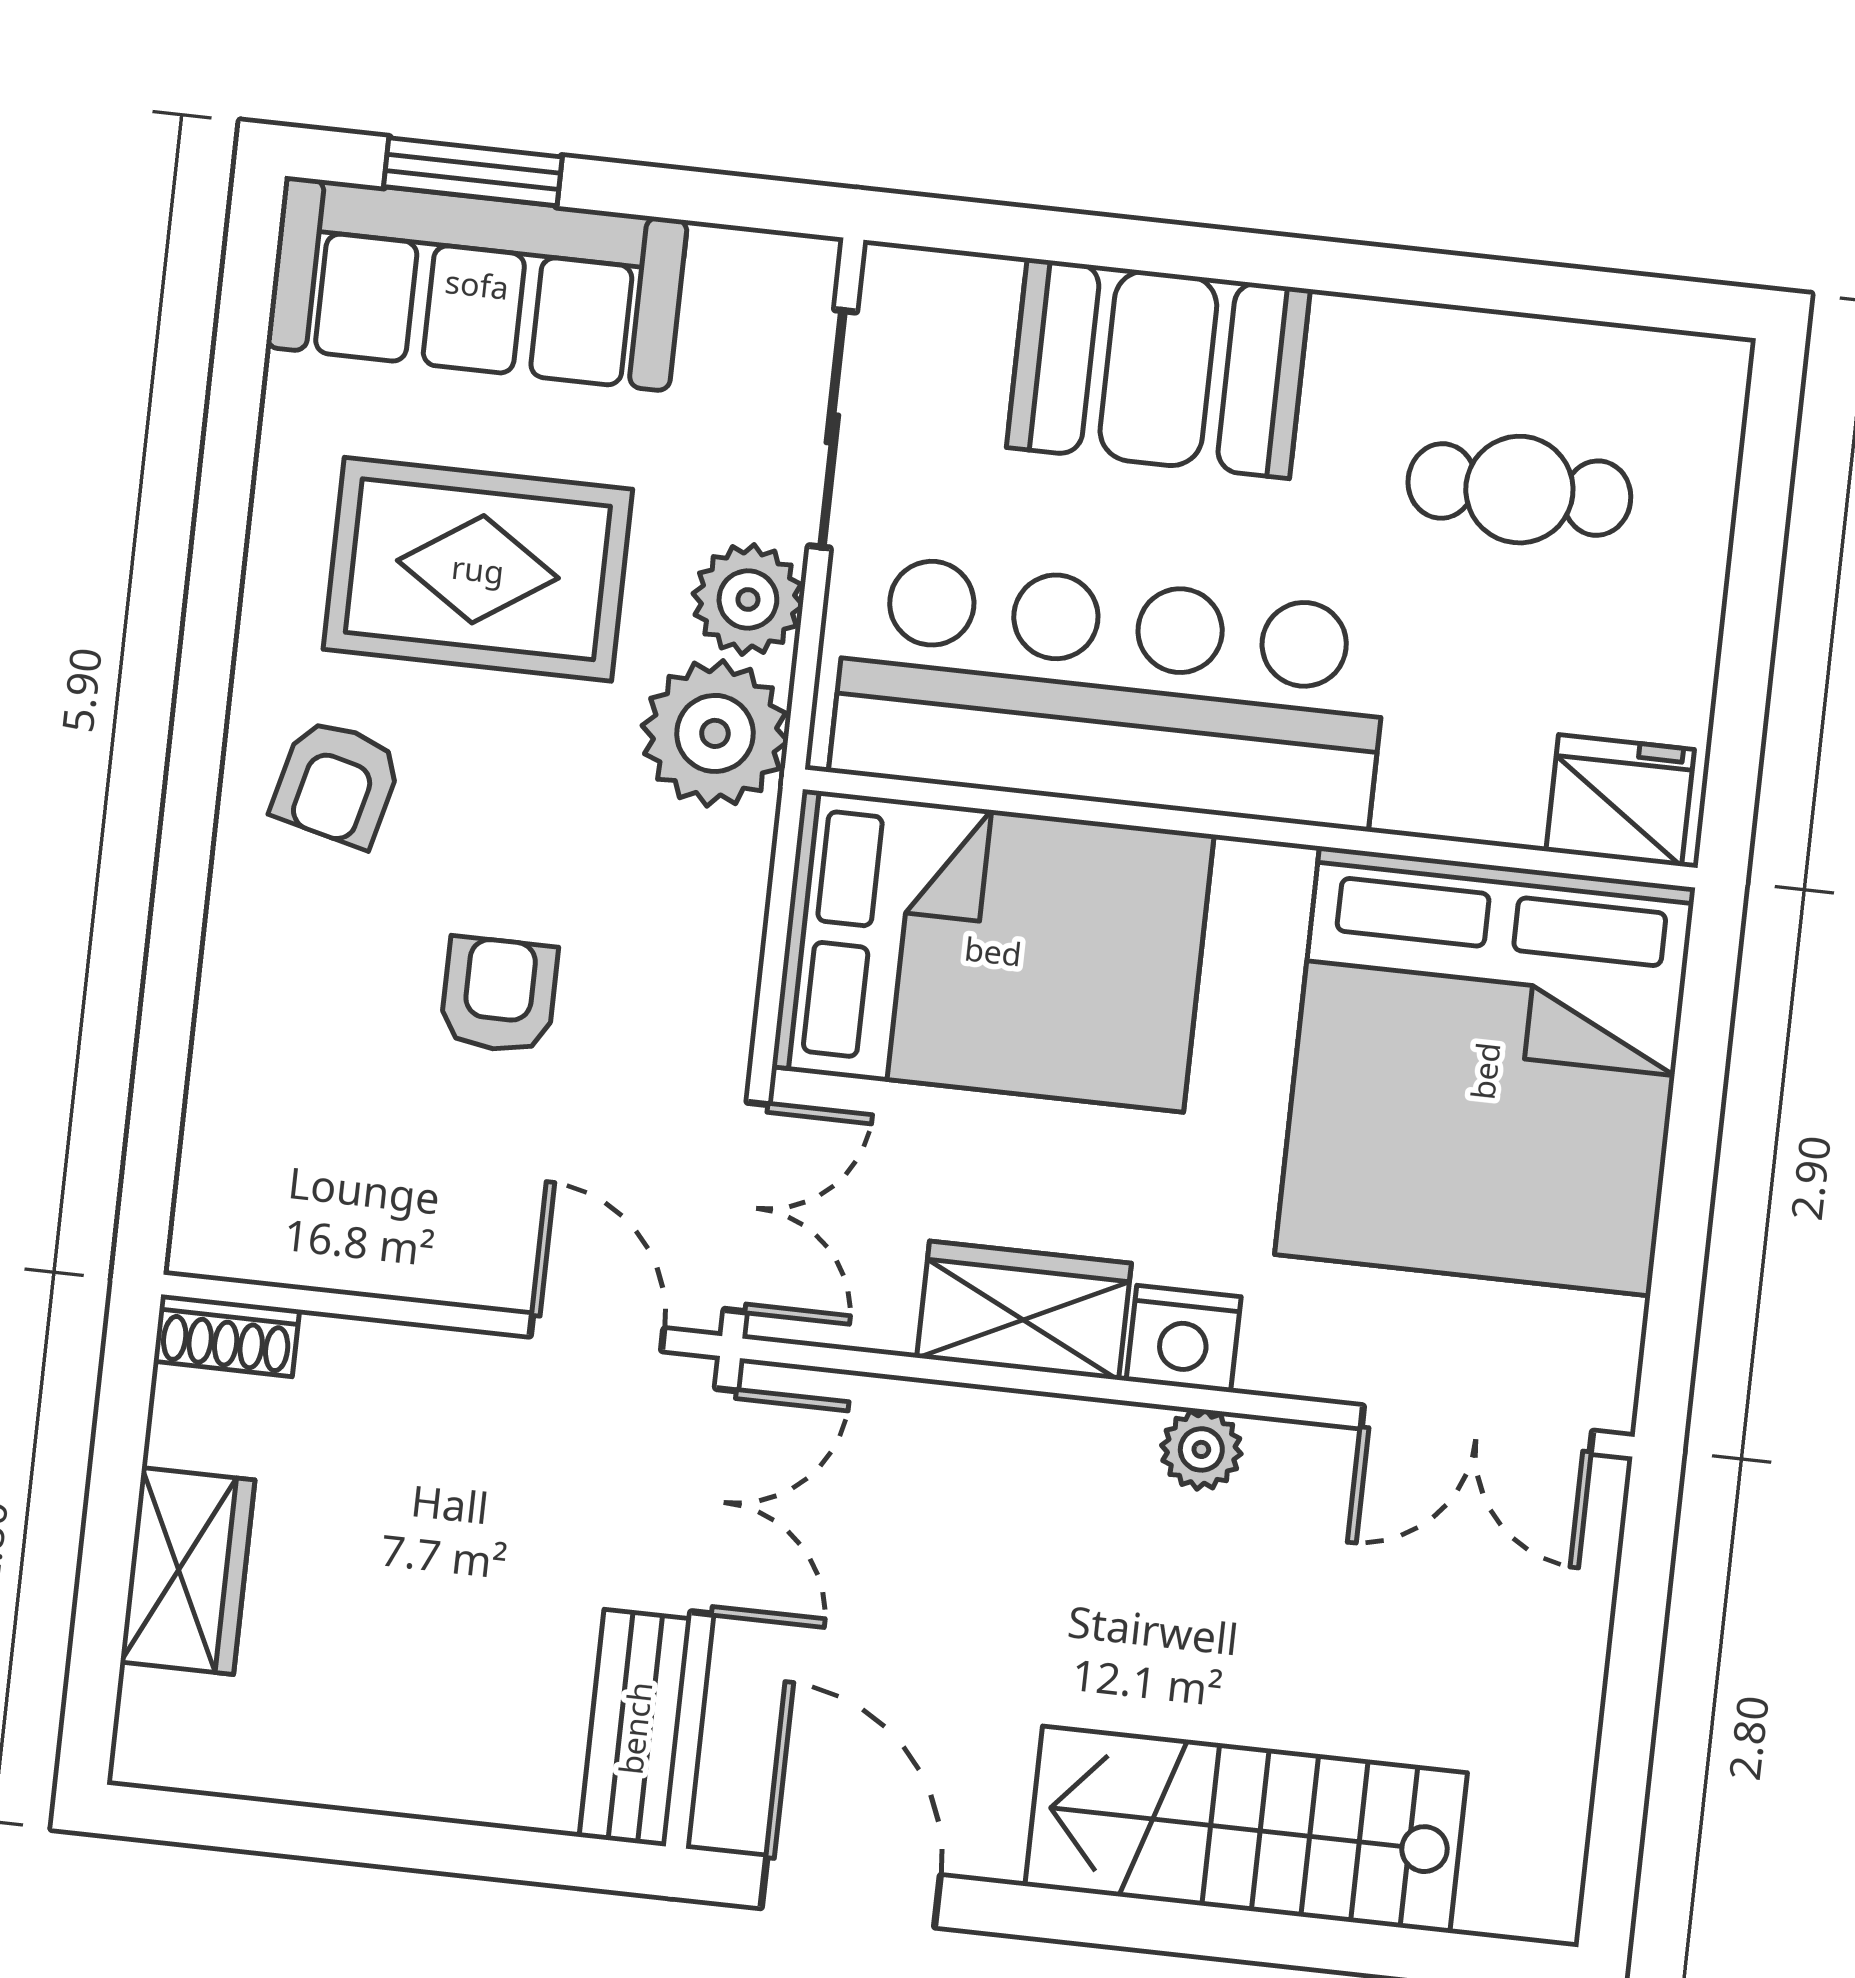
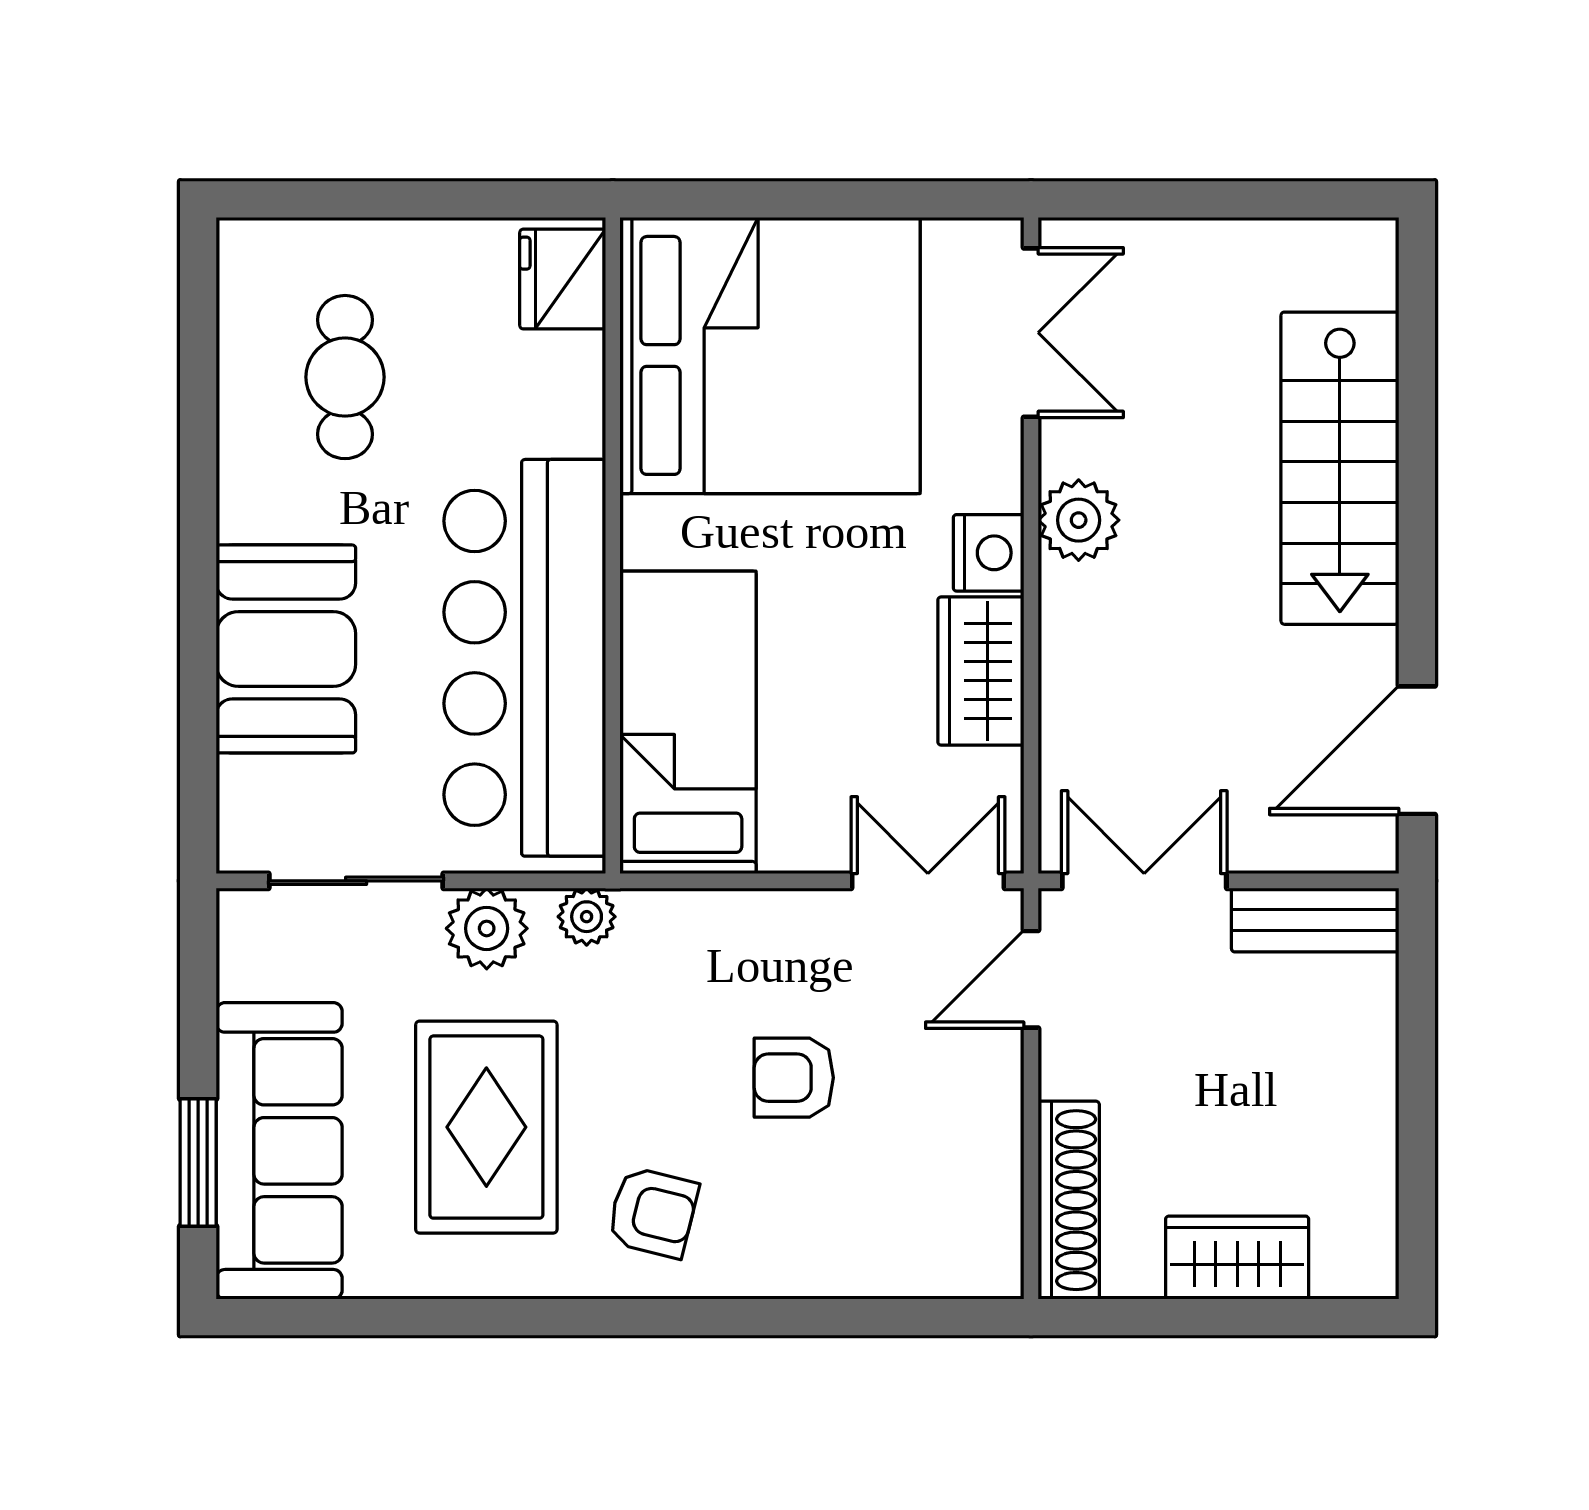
plant: (715, 733) -> (587, 917), width x0.53, depth x0.53
bed: (993, 951) -> (688, 722), width x0.67
shoe rack: (227, 1335) -> (1069, 1200), width x1.94, depth x1.24
plant: (1201, 1449) -> (1079, 520), width x1.38, depth x1.38

